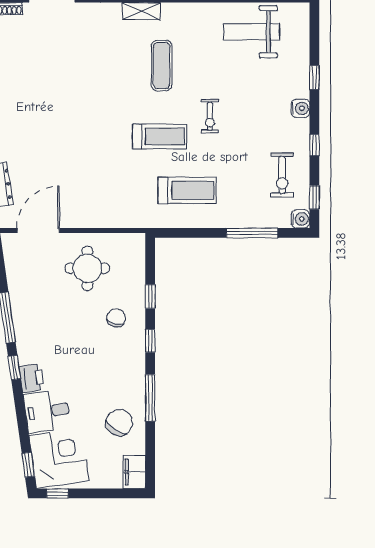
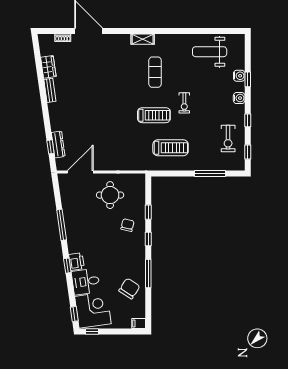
water cooler: (300, 219) -> (239, 76), moved
window: (14, 368) -> (67, 266), moved
filing cabinet: (134, 472) -> (139, 324), width x0.50

